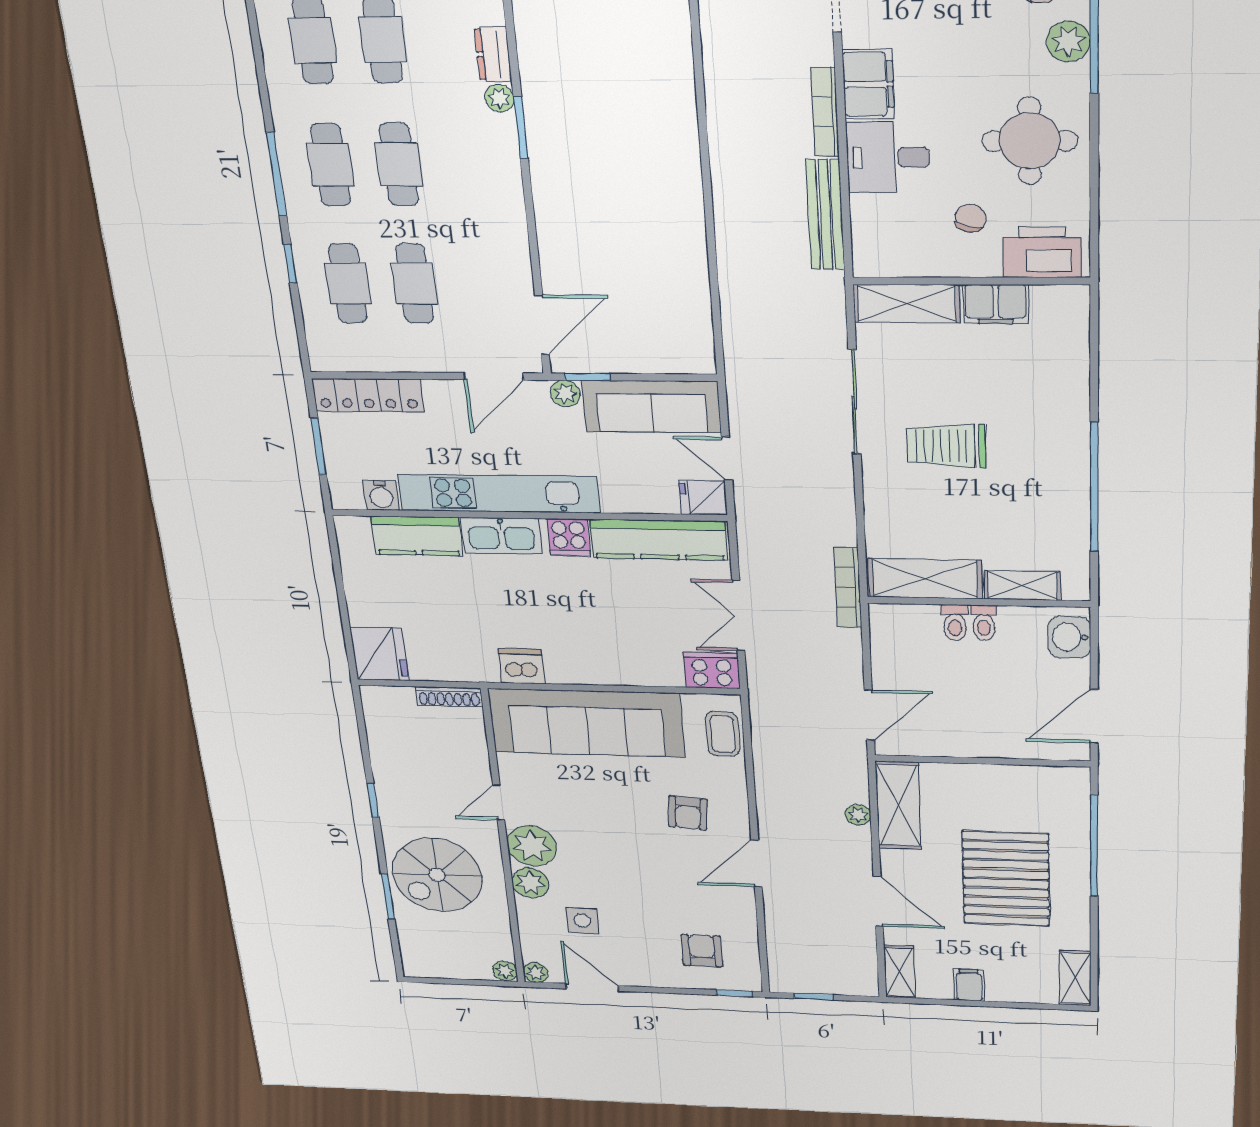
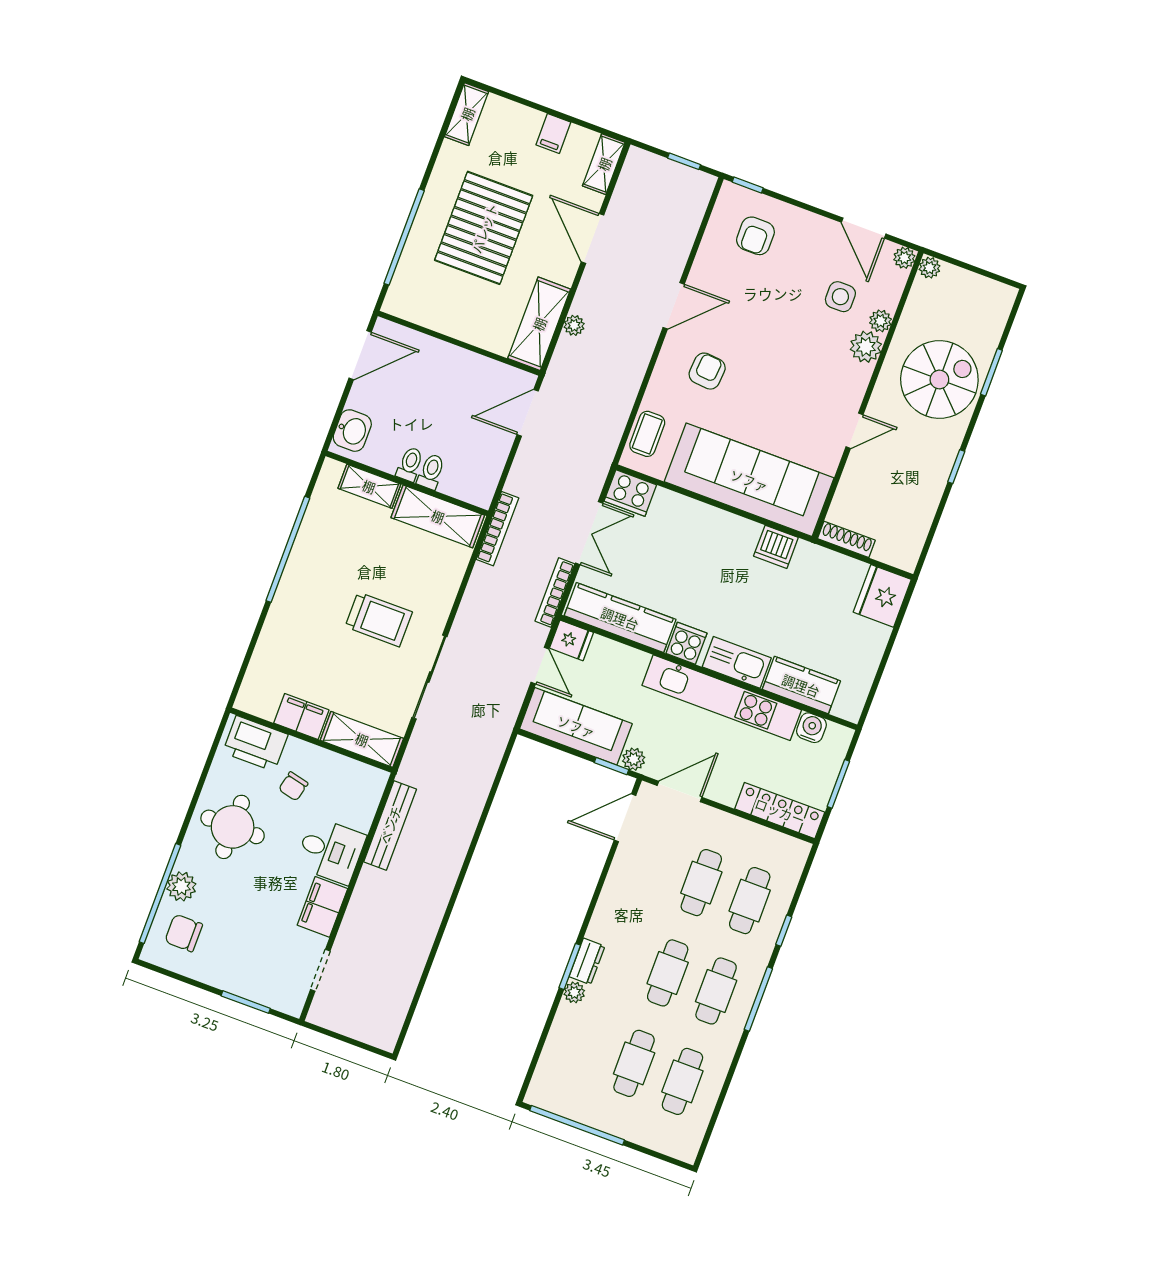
dresser: (493, 54) -> (587, 961), moved
bookcase: (825, 112) -> (555, 593), moved, turned 180
plant: (532, 846) -> (880, 321), moved, width x0.53, depth x0.53

